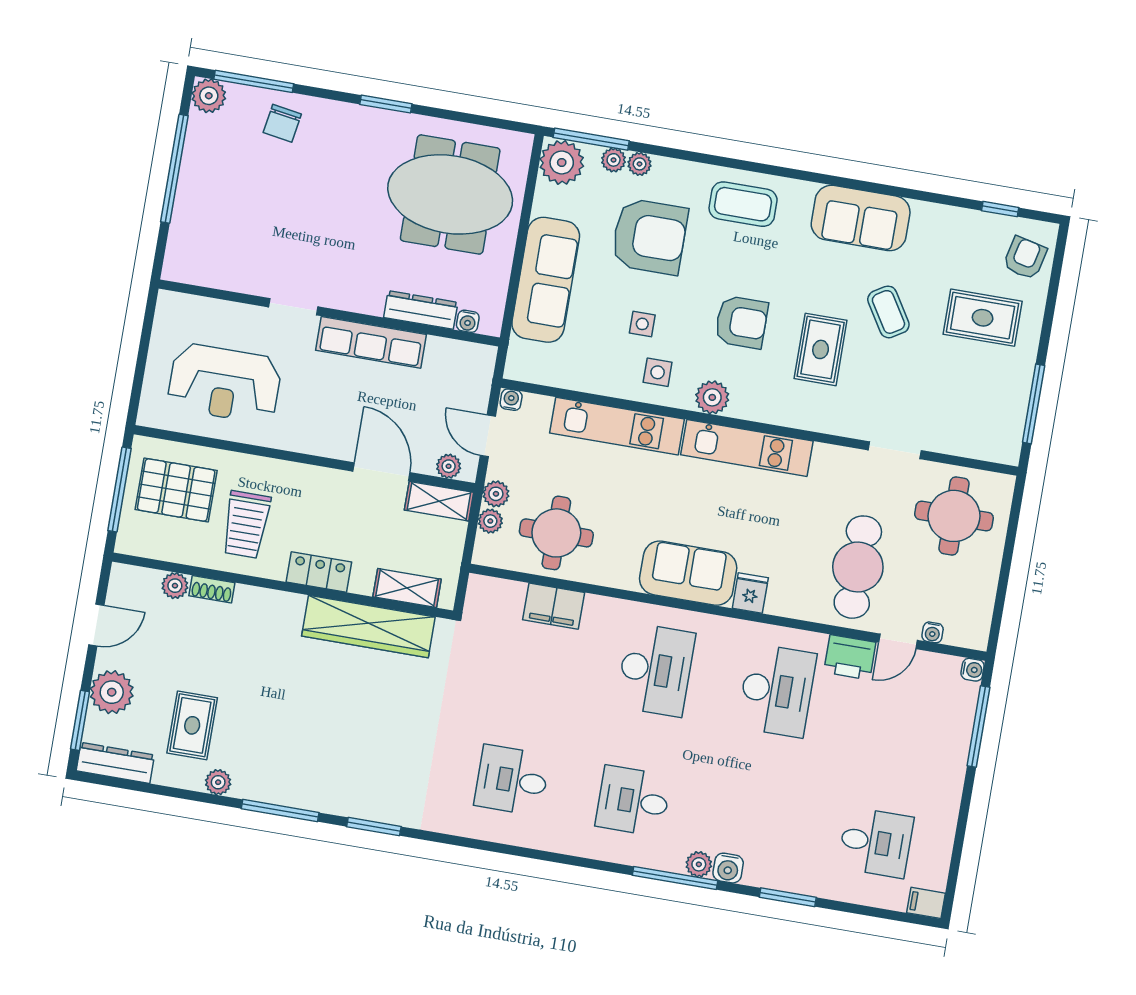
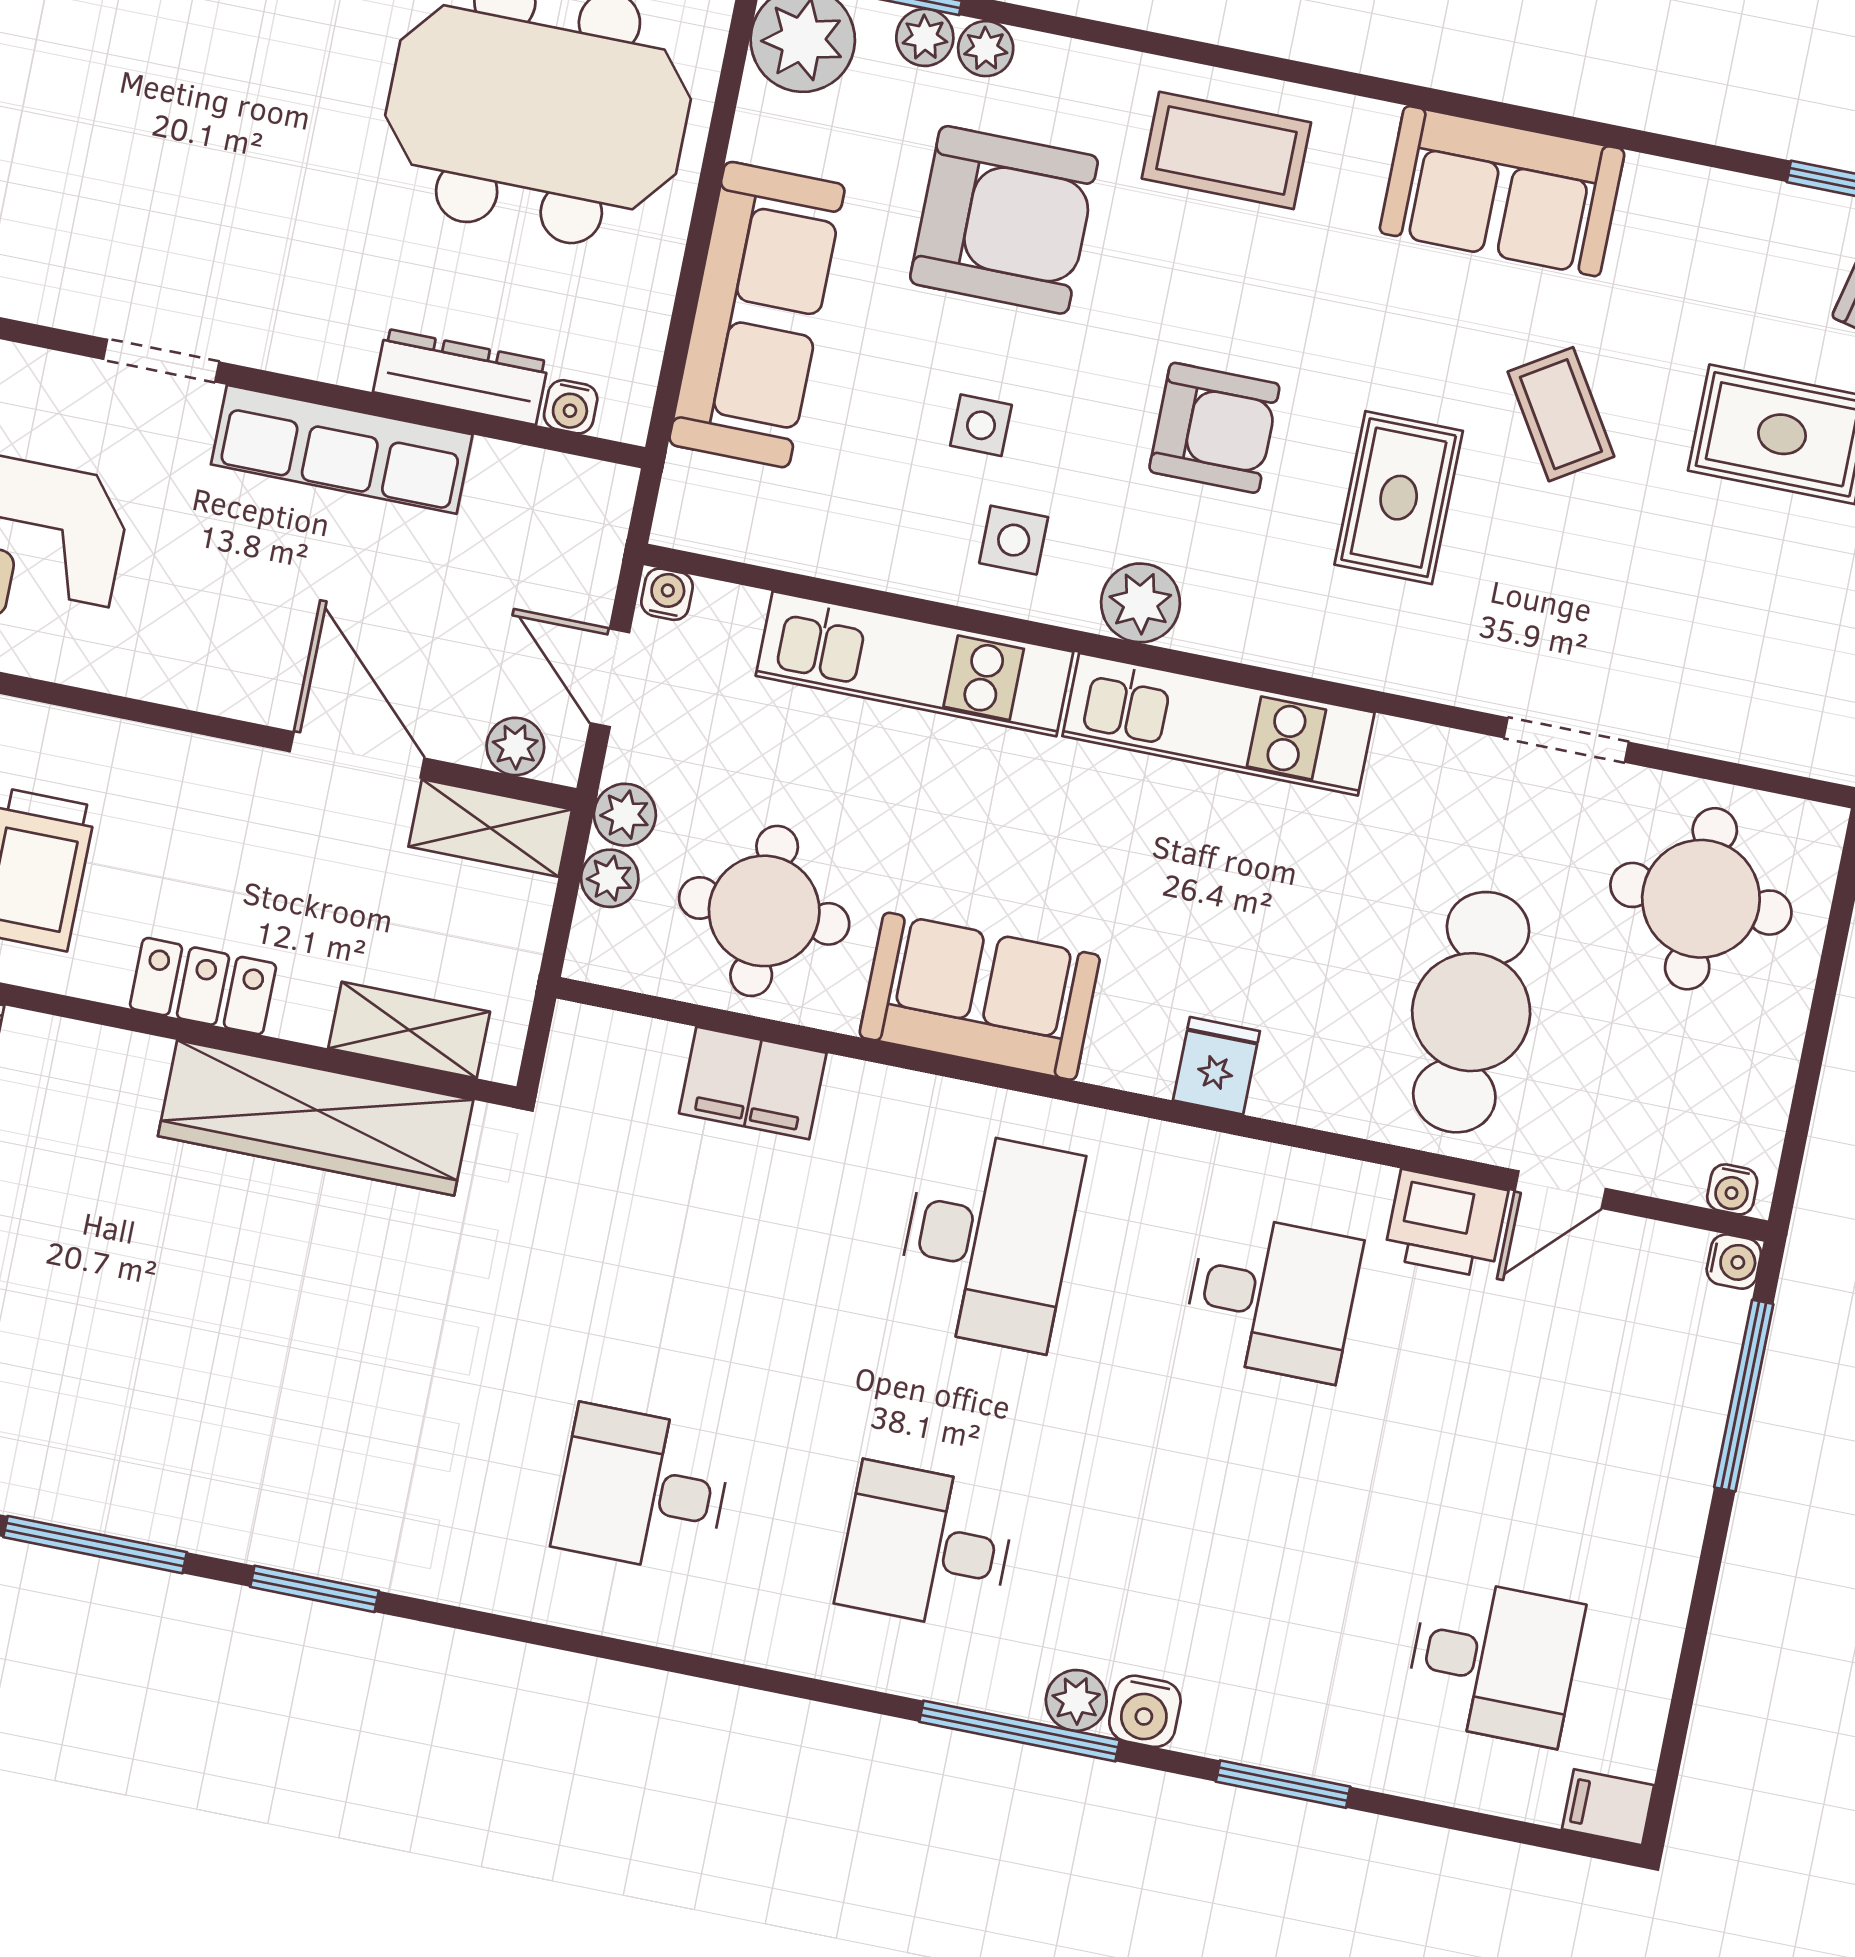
sofa: (688, 573) -> (980, 996), moved
water cooler: (933, 632) -> (1732, 1189), moved
desk: (777, 691) -> (1272, 1297), width x0.73

